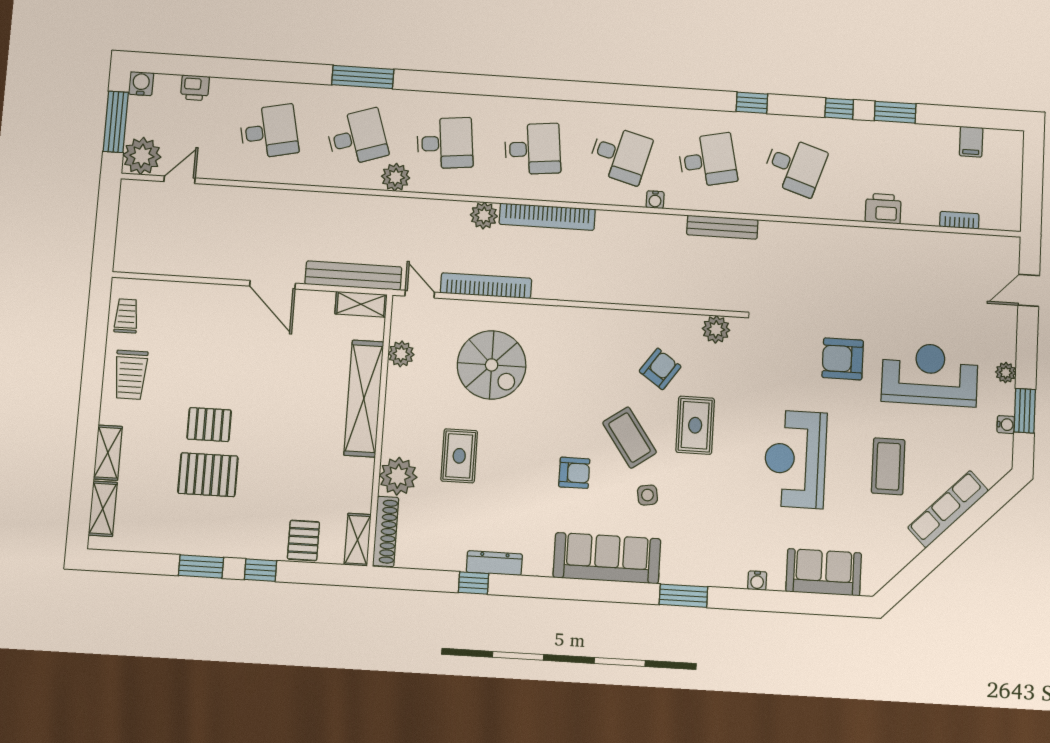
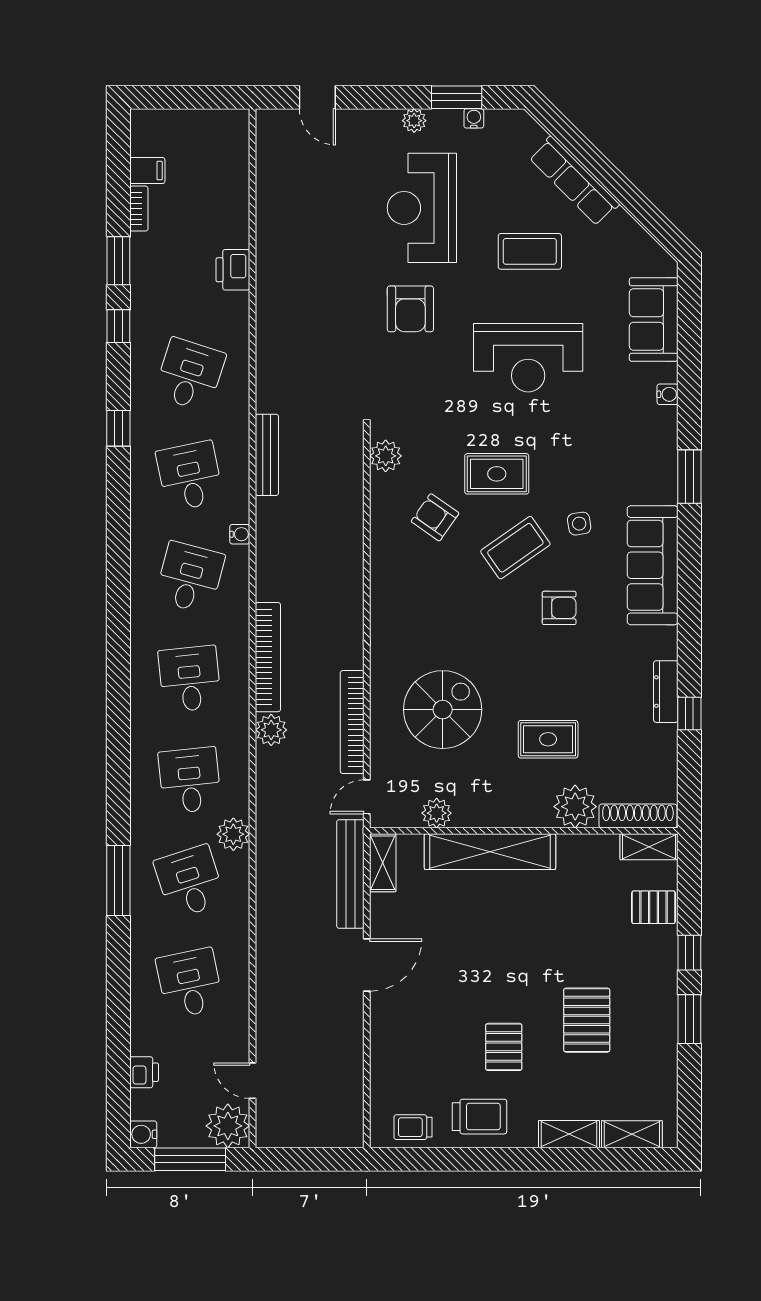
bookcase: (959, 220) -> (139, 209), moved, turned 180
pallet: (209, 425) -> (504, 1047), moved
armchair: (574, 473) -> (559, 608), turned 90

